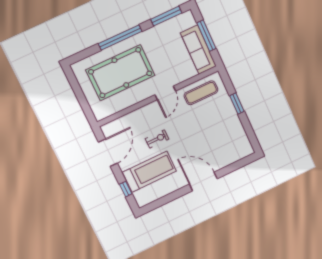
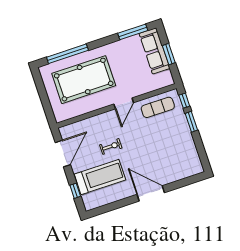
window: (206, 36) -> (169, 54), width x0.69
window: (120, 37) -> (67, 54), moved
sofa: (198, 50) -> (154, 51), moved
window: (227, 83) -> (184, 101), added

